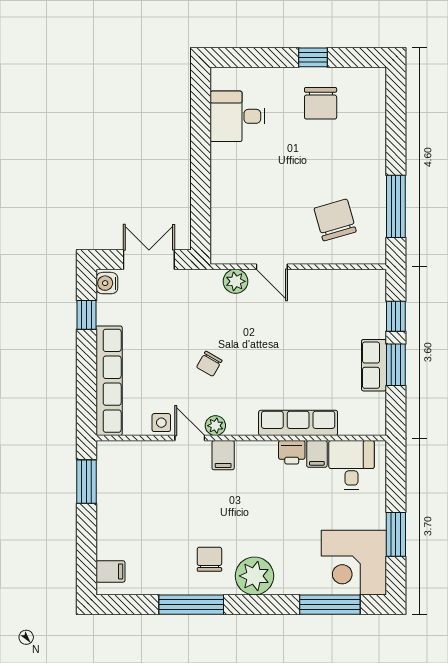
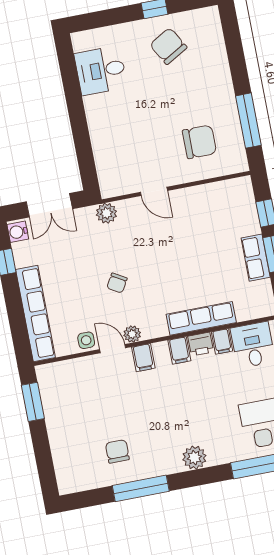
chair: (321, 103) -> (168, 46), turned 150
chair: (335, 220) -> (199, 142), turned 106
double door: (149, 260) -> (49, 205), swing flipped
plant: (235, 281) -> (106, 213), moved
chair: (209, 559) -> (117, 451), moved
filing cabinet: (110, 571) -> (179, 350), moved, turned 90
plant: (254, 576) -> (194, 458), width x0.73, depth x0.73

